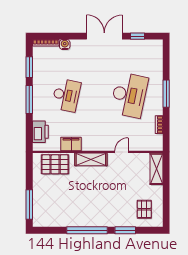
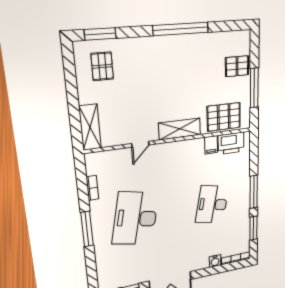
printer: (40, 132) -> (231, 143), moved, turned -90
filing cabinet: (71, 144) -> (211, 145), width x0.50
pallet: (44, 201) -> (237, 66), added
window: (29, 204) -> (254, 88), moved
window: (125, 230) -> (100, 34), moved

